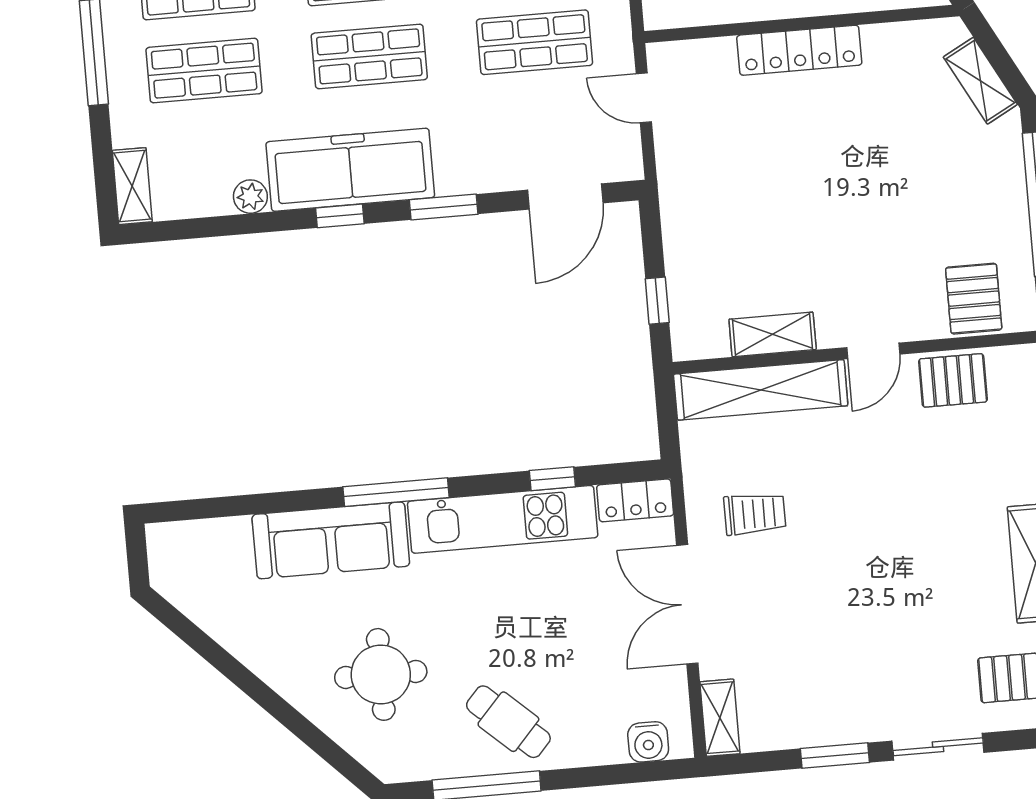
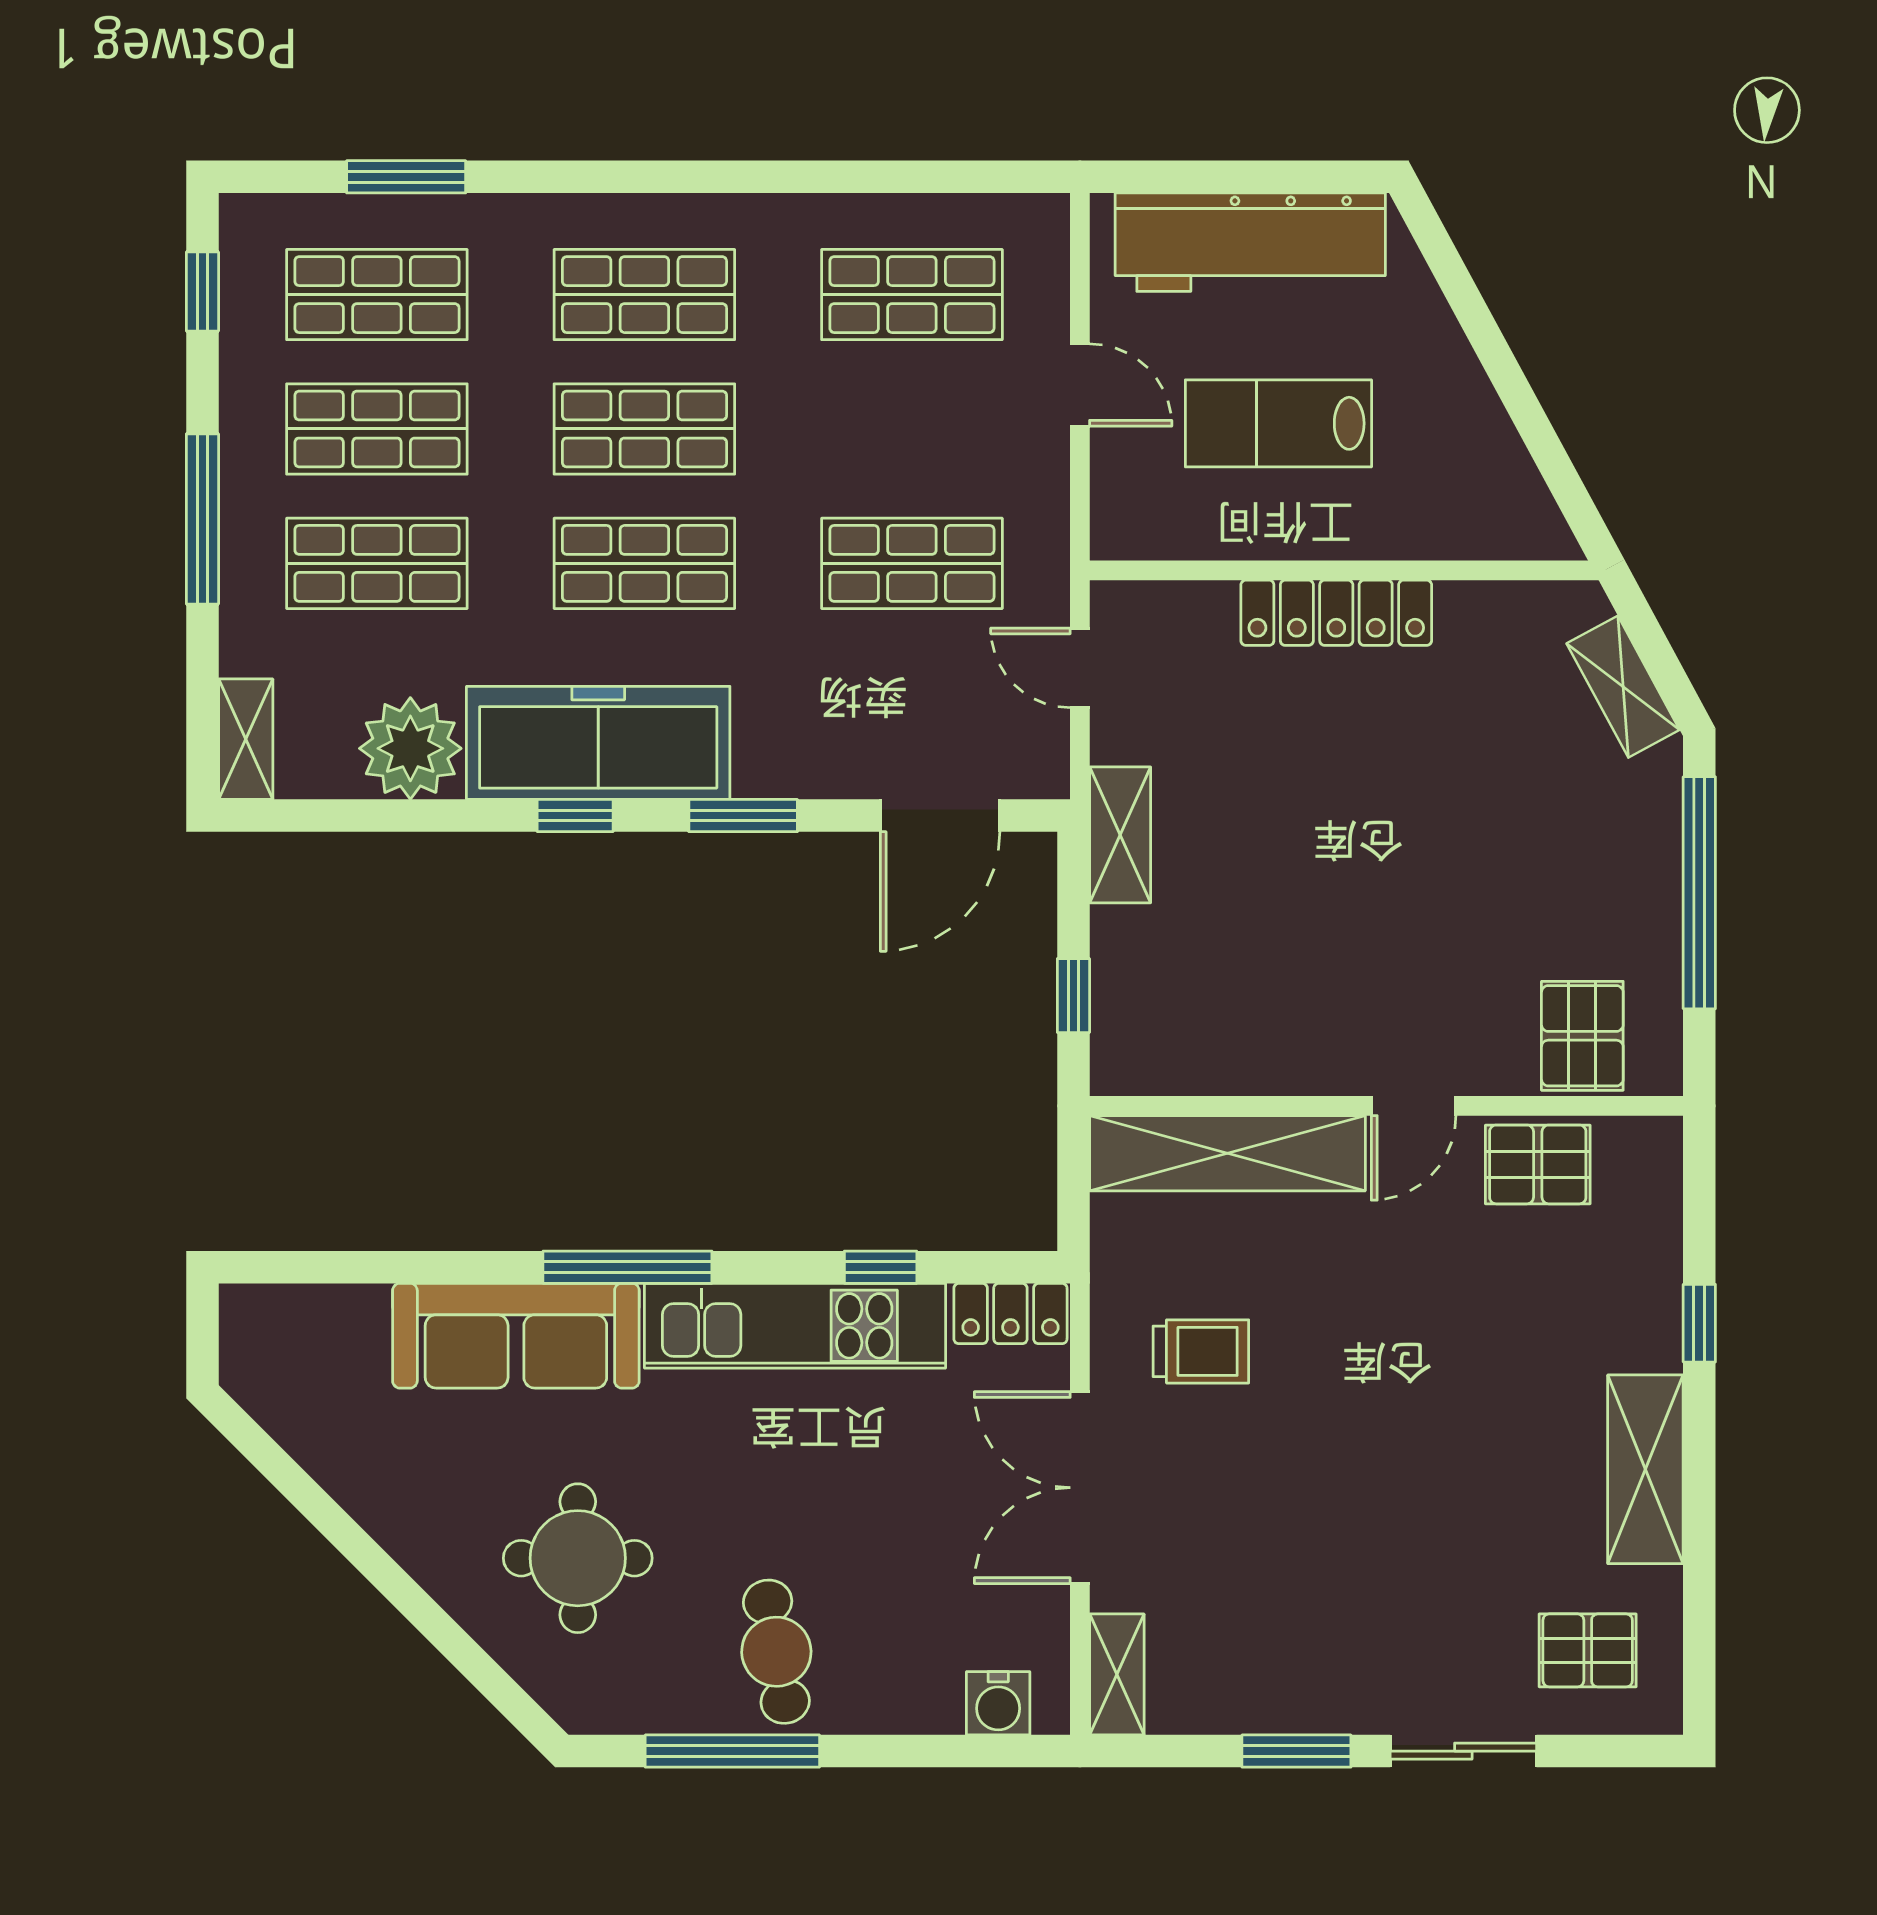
plant: (250, 197) -> (410, 748), width x1.87, depth x1.87
shelving: (773, 334) -> (1120, 835), moved, turned 90
cafe table: (508, 722) -> (776, 1652), turned 38

